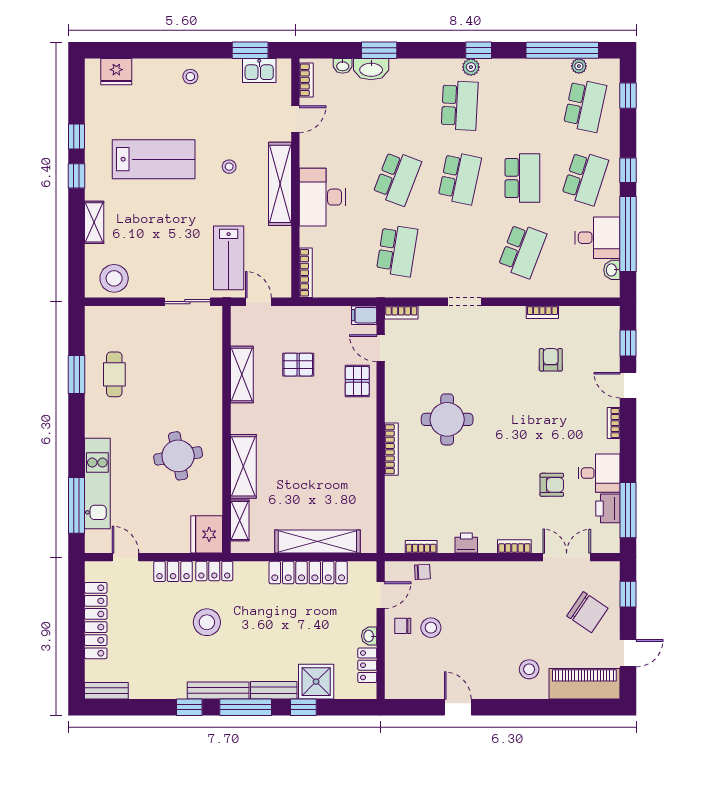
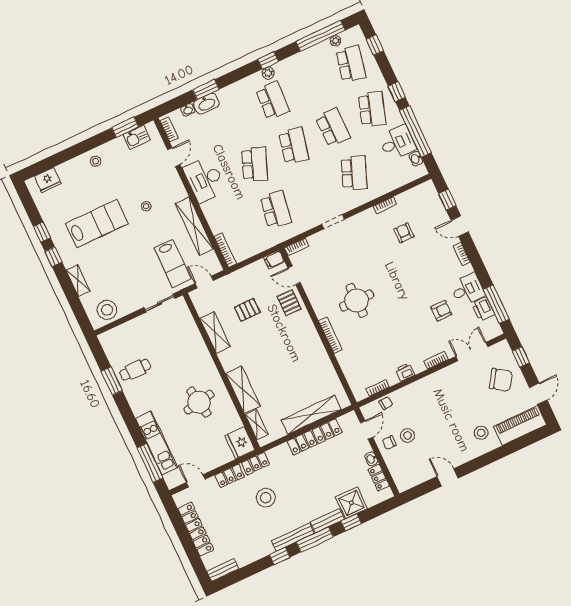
shelving: (280, 184) -> (194, 226), moved
desk: (322, 197) -> (205, 180), moved
cafe table: (114, 374) -> (135, 370), turned 90

